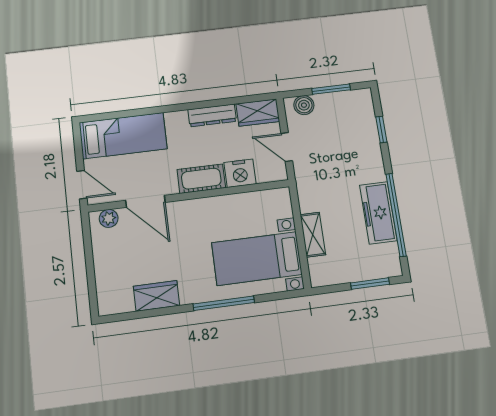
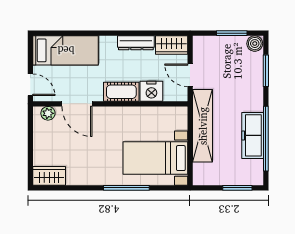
boiler: (304, 105) -> (255, 44), moved
window: (381, 130) -> (266, 71), width x1.50
shelving: (313, 235) -> (203, 126), width x2.20, depth x1.33
wardrobe: (156, 296) -> (49, 176), moved

